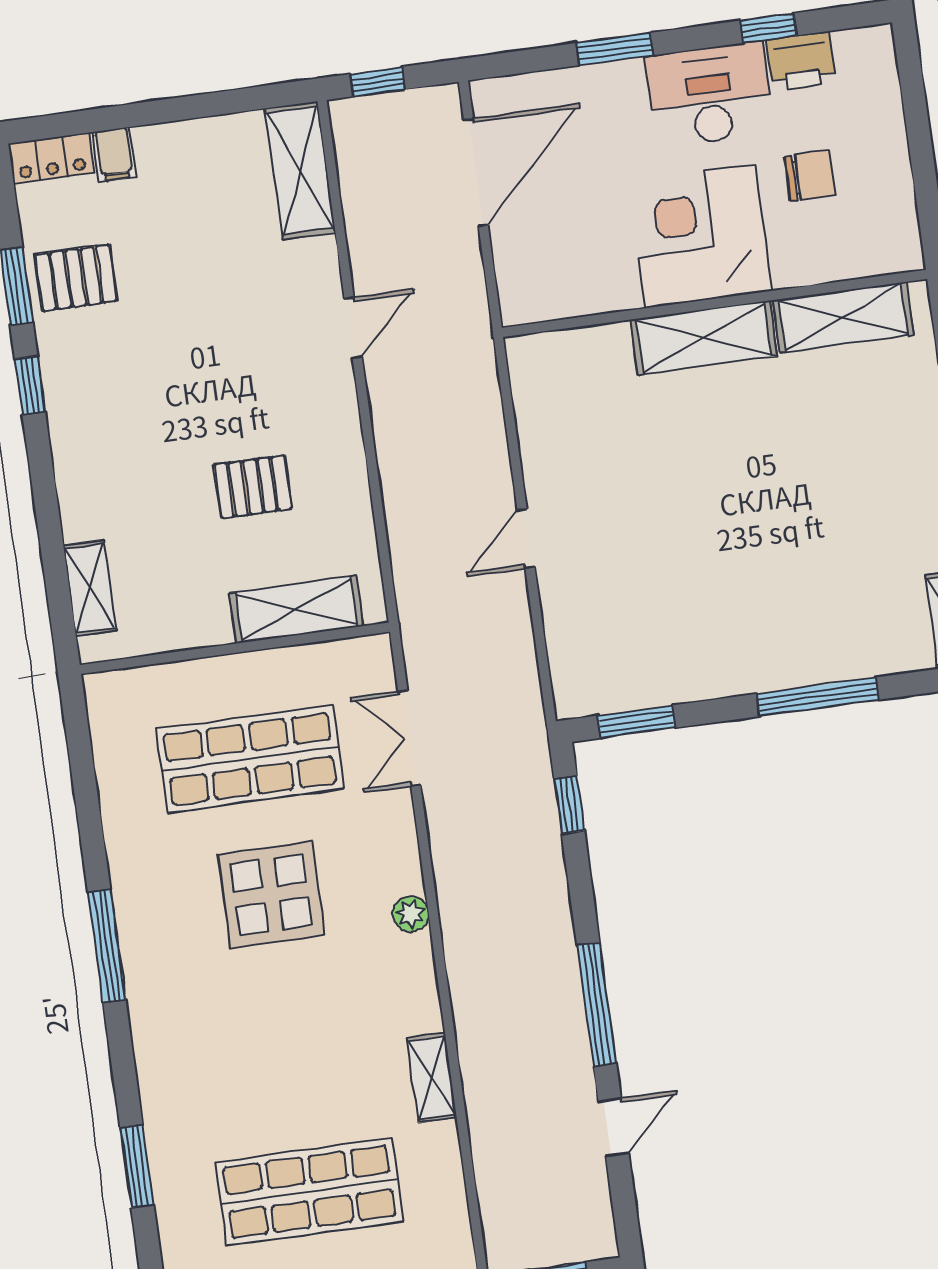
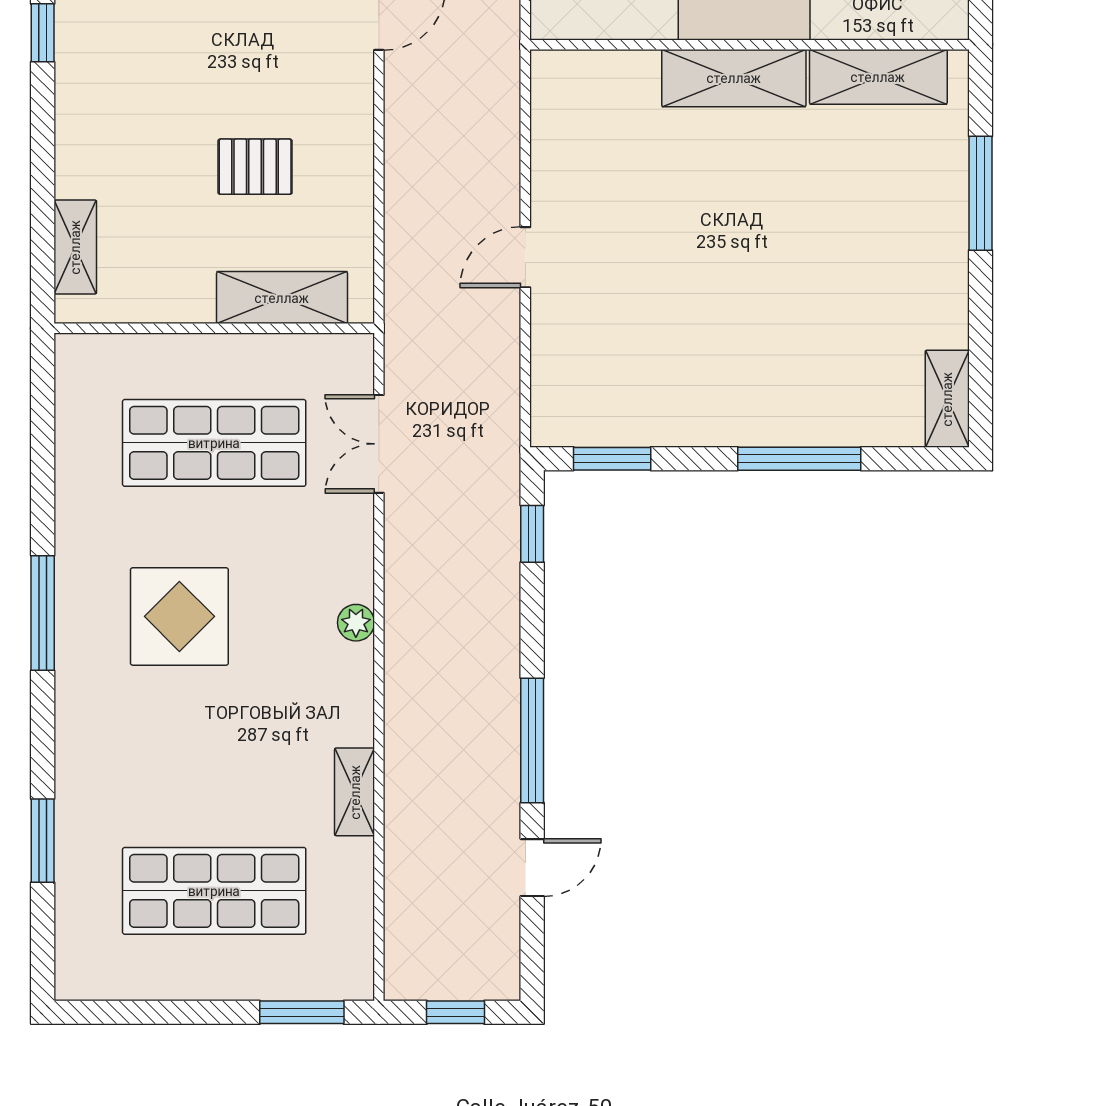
display table: (271, 895) -> (179, 616), moved

